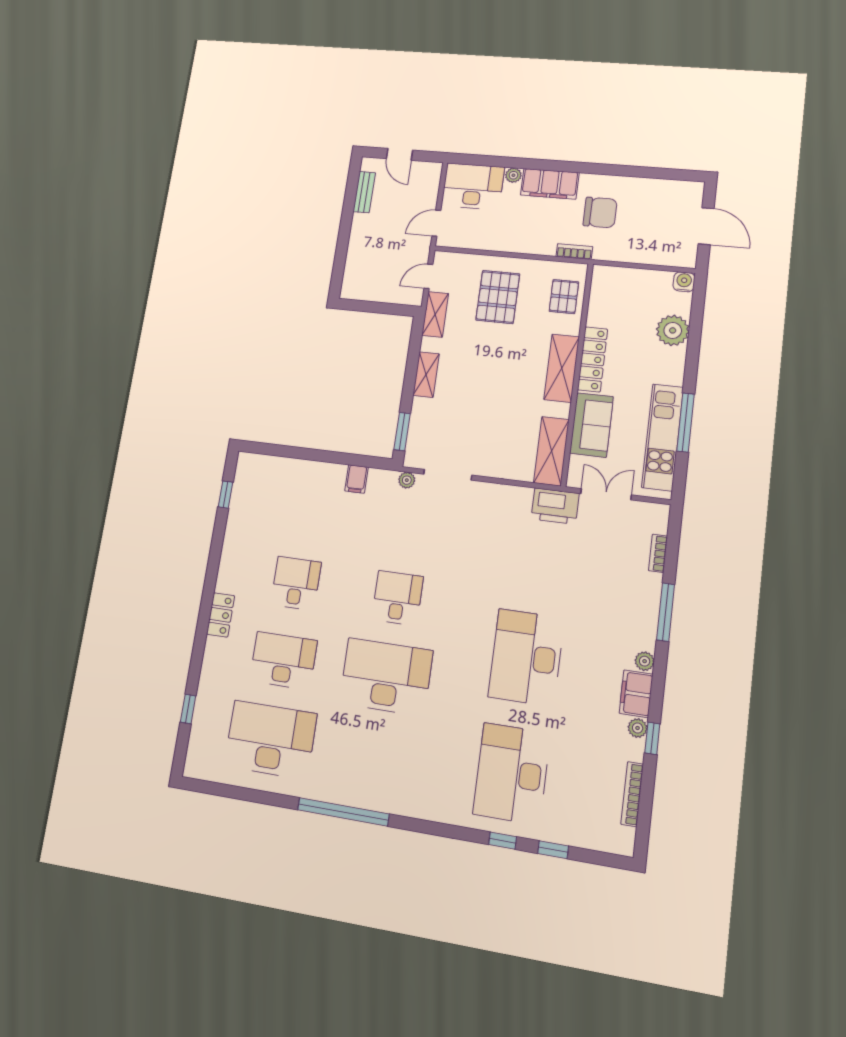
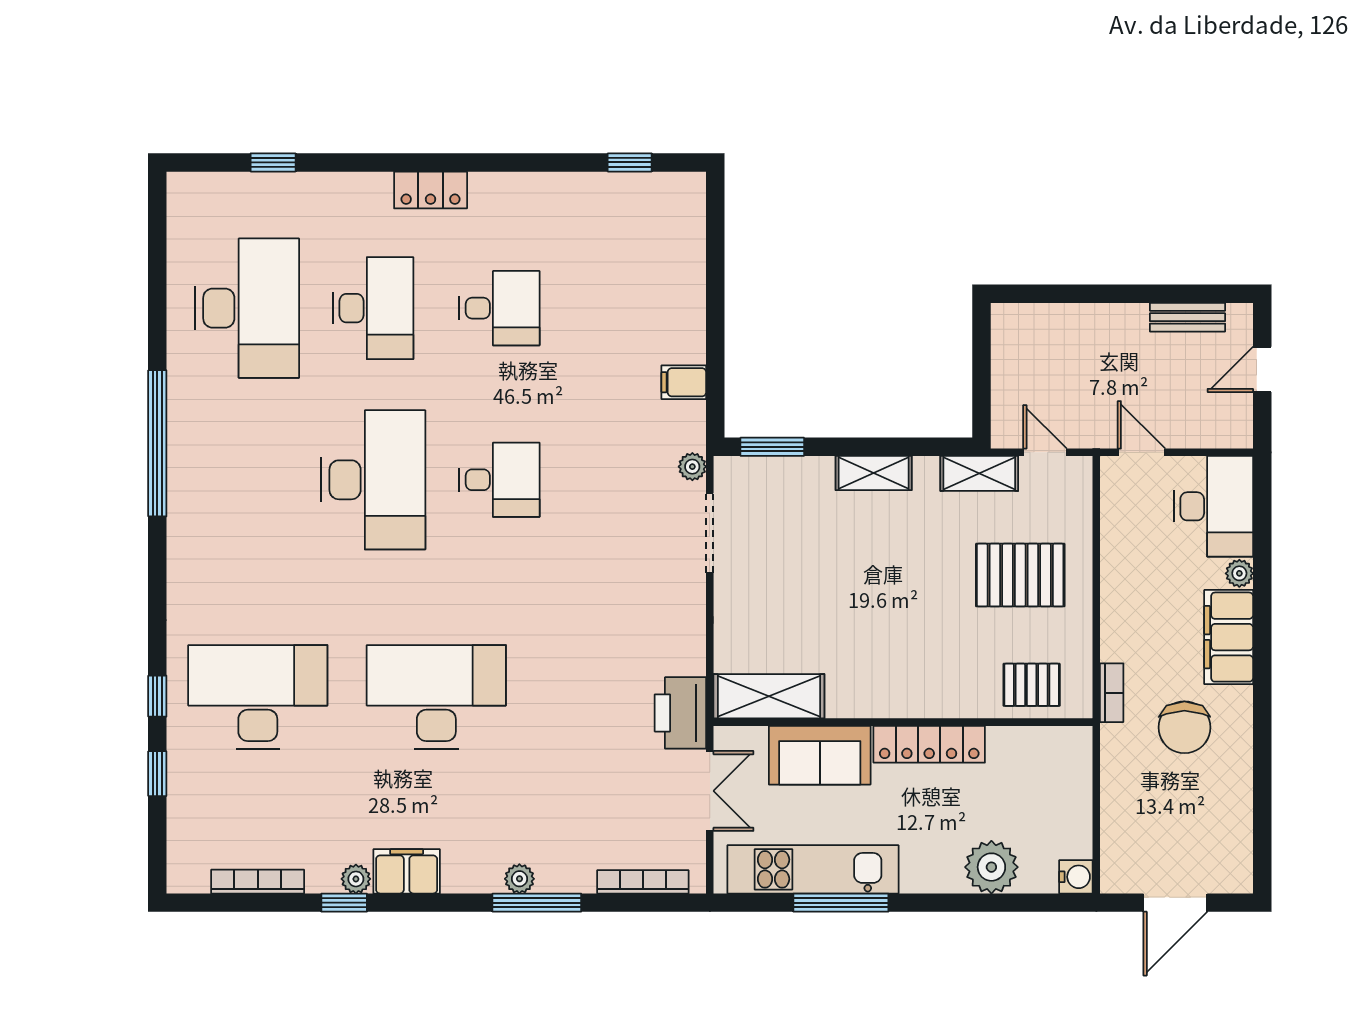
shelving: (562, 368) -> (909, 696), removed
bookcase: (658, 553) -> (643, 882), width x1.56
plant: (645, 661) -> (519, 879), moved

